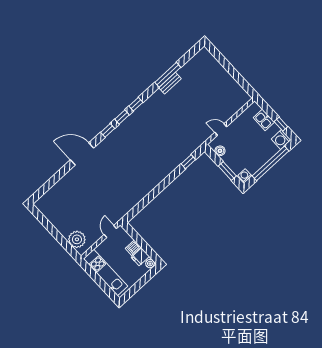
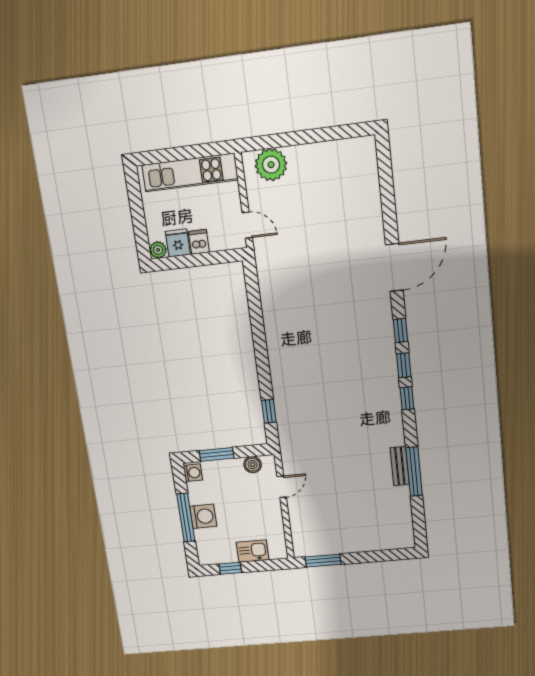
window: (243, 83) -> (323, 561), added
washing machine: (281, 140) -> (203, 516), moved, turned 90
window: (270, 163) -> (186, 518), width x0.68

